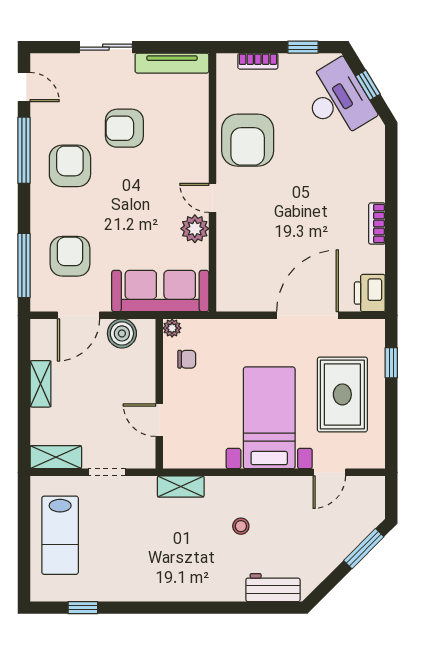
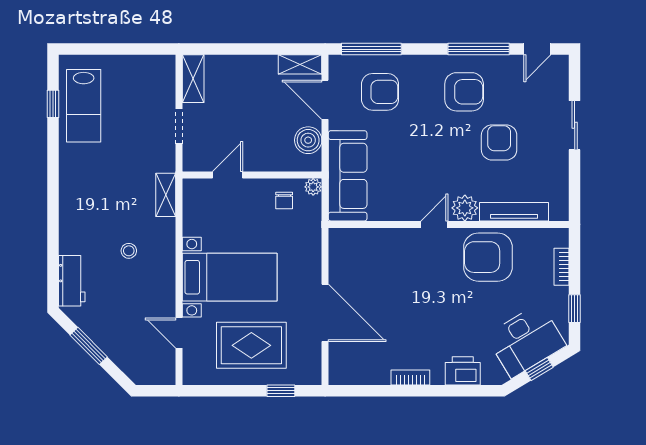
tv unit: (172, 63) -> (514, 212), moved, turned 90
plant: (195, 229) -> (465, 208), moved
printer: (370, 293) -> (463, 371), moved
shelving: (41, 384) -> (300, 64), moved
lab bench: (60, 535) -> (84, 106), moved, turned -90
window: (364, 549) -> (89, 346), moved

